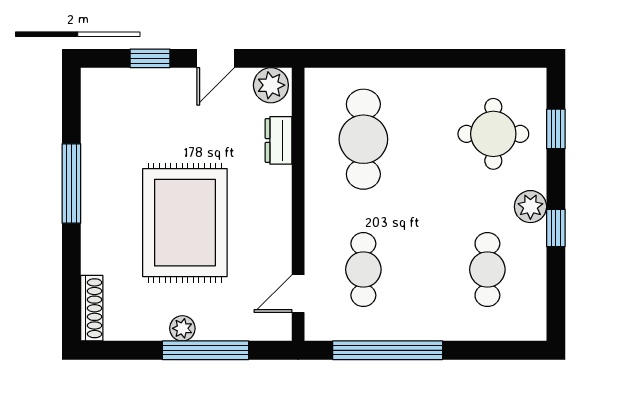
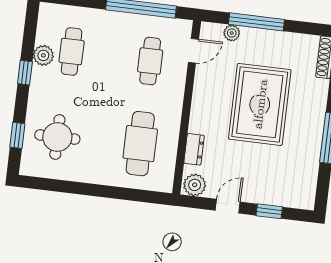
plant: (530, 207) -> (43, 55), moved
plant: (182, 328) -> (232, 33), moved

